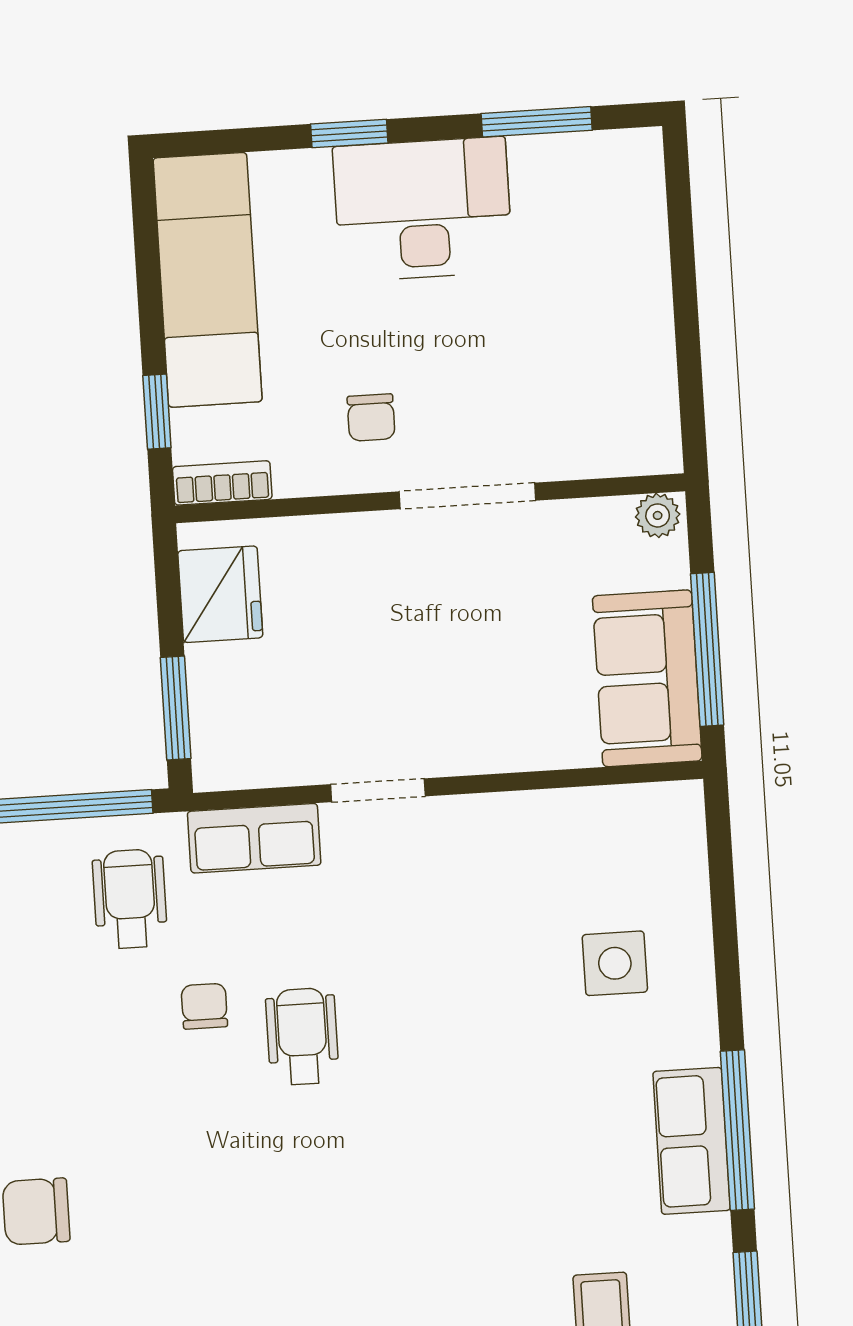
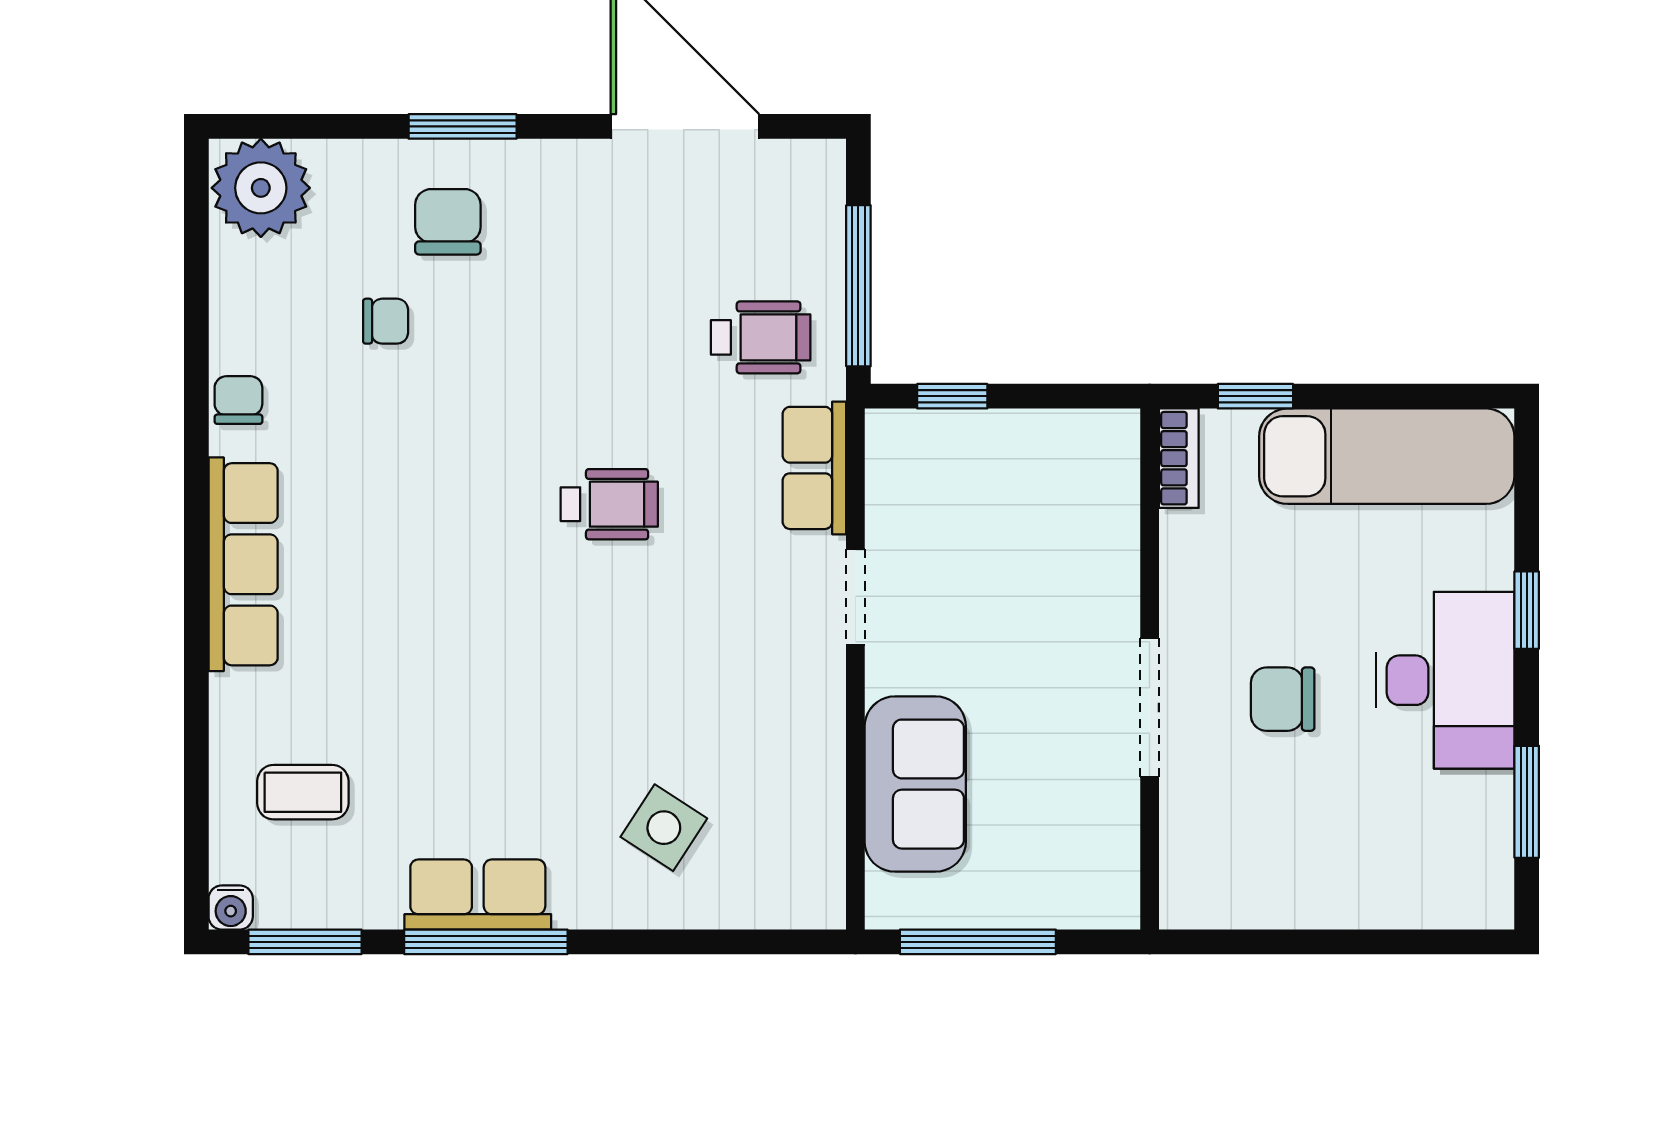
chair: (371, 417) -> (1283, 699), moved, width x1.37, depth x1.37
plant: (658, 515) -> (1118, 900), removed
fridge: (220, 594) -> (1065, 449), removed
sofa: (647, 678) -> (915, 784), moved, turned 90
window: (176, 708) -> (952, 396), width x0.67
side table: (615, 963) -> (664, 828), turned 33
chair: (204, 1006) -> (386, 321), moved

